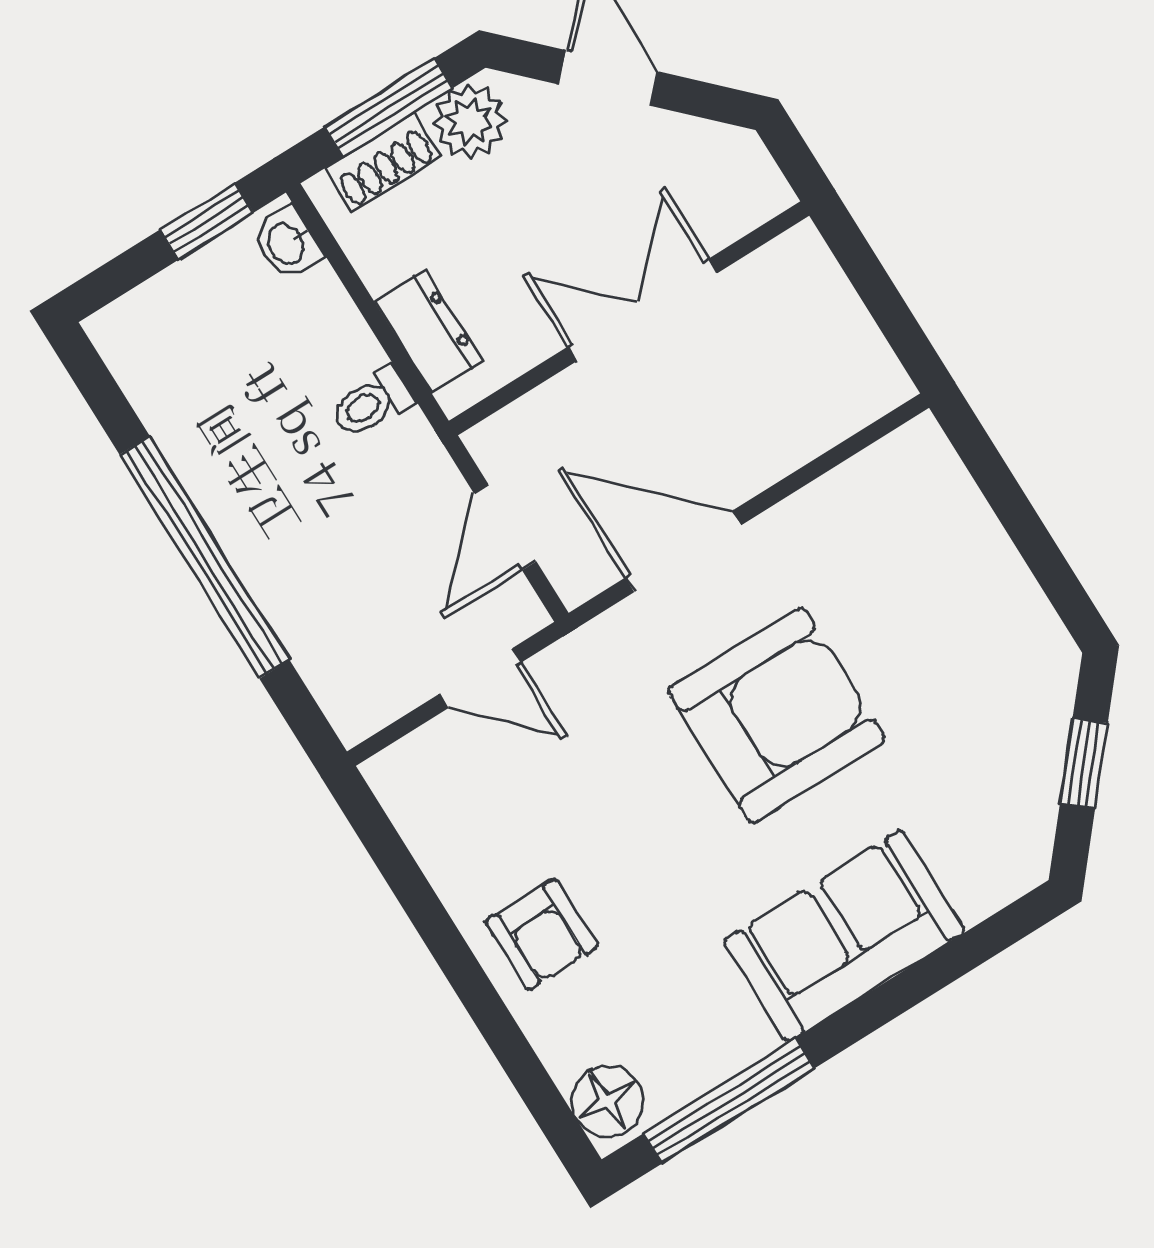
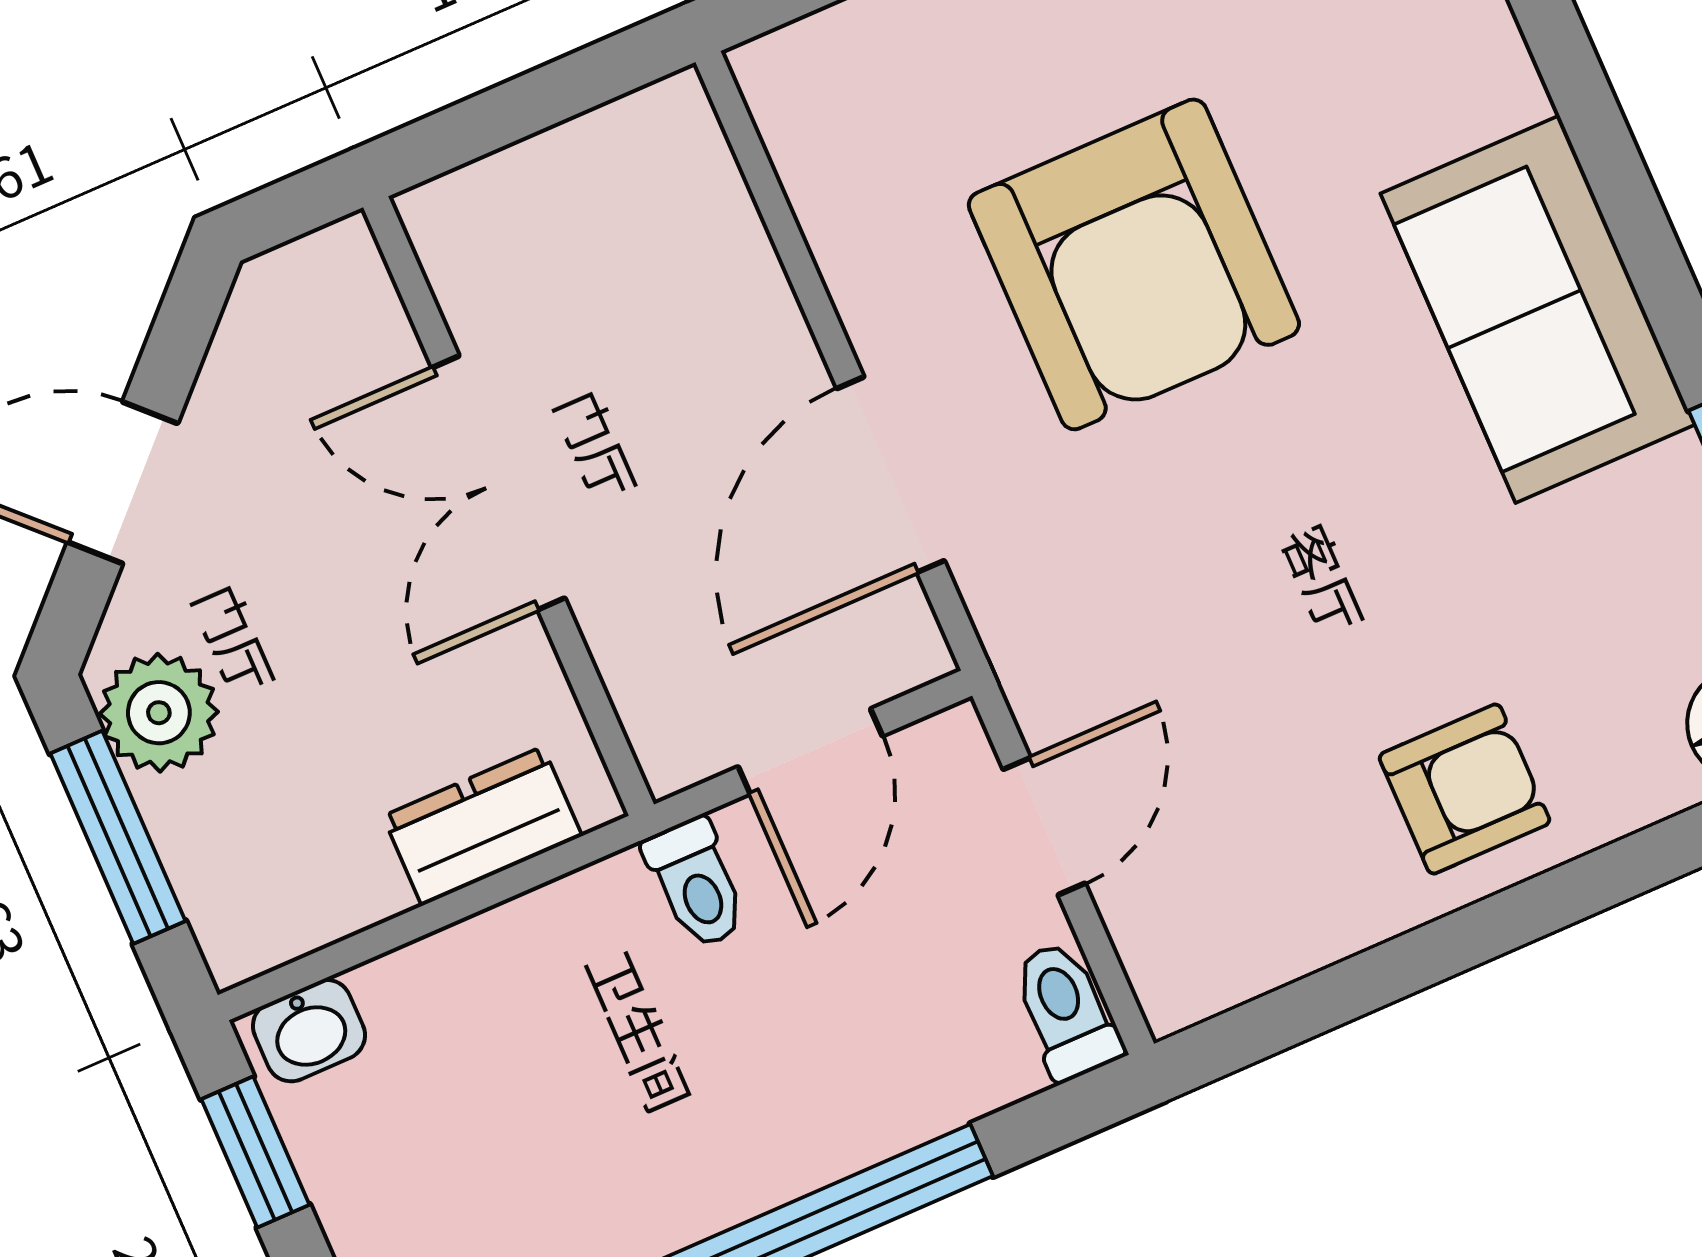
shoe rack: (383, 162) -> (204, 860), removed
toilet: (372, 403) -> (696, 883), moved
door: (505, 527) -> (810, 751), hinge flipped
toilet: (368, 709) -> (1066, 1011), added
armchair: (777, 715) -> (1134, 264), moved, turned 180

